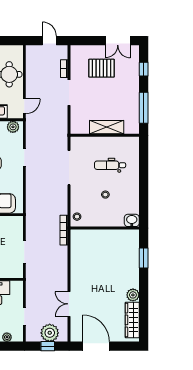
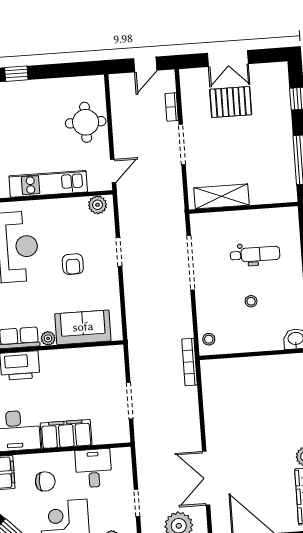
door: (49, 41) -> (145, 64), swing flipped
double door: (118, 41) -> (228, 59), moved
shelving: (107, 127) -> (221, 196), moved
dental chair: (110, 165) -> (255, 254), turned 180
double door: (69, 304) -> (206, 478), width x1.37

